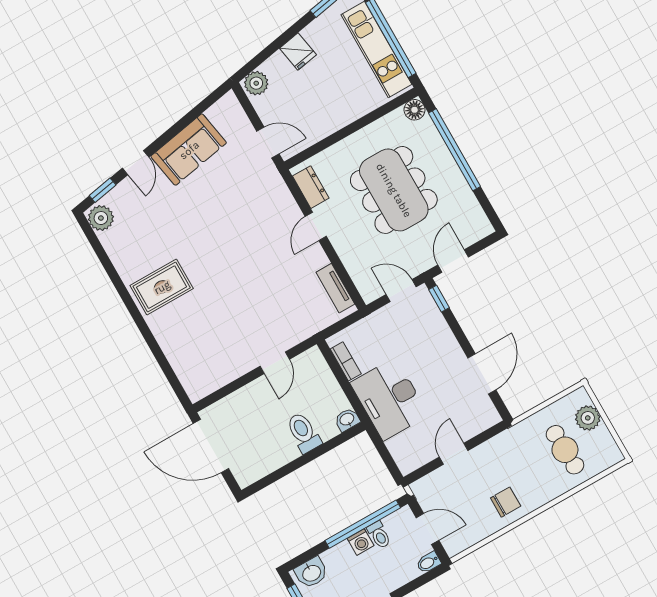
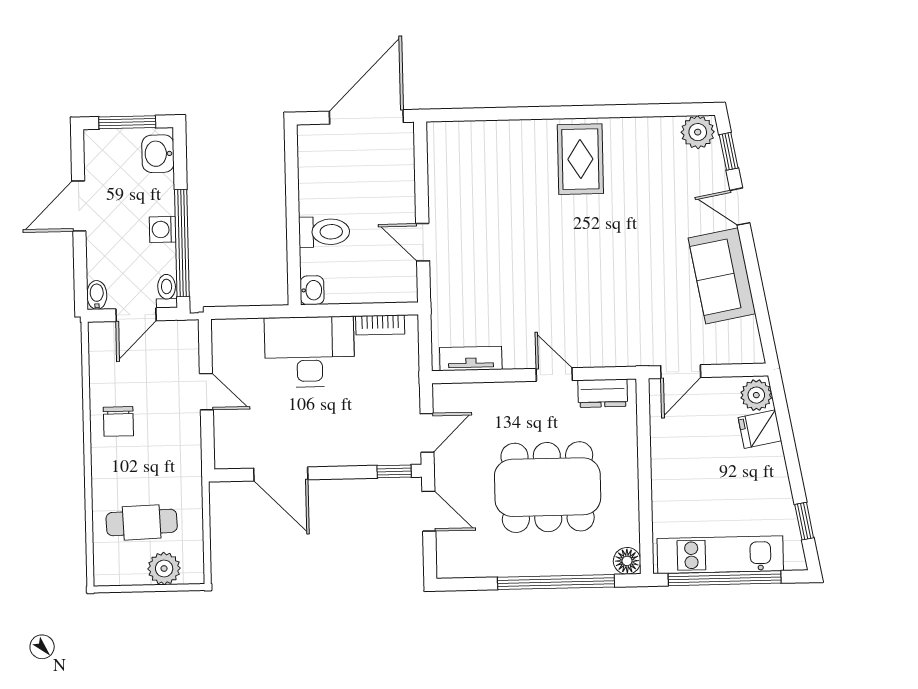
fridge: (298, 51) -> (760, 429), moved
toilet: (379, 535) -> (167, 291), moved, turned 90

